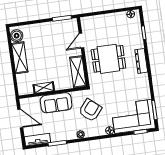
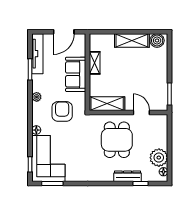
plant: (119, 20) -> (159, 158), added
dresser: (141, 61) -> (128, 176), moved
armchair: (90, 110) -> (62, 111), turned -130
tv unit: (38, 140) -> (37, 54), width x1.41

